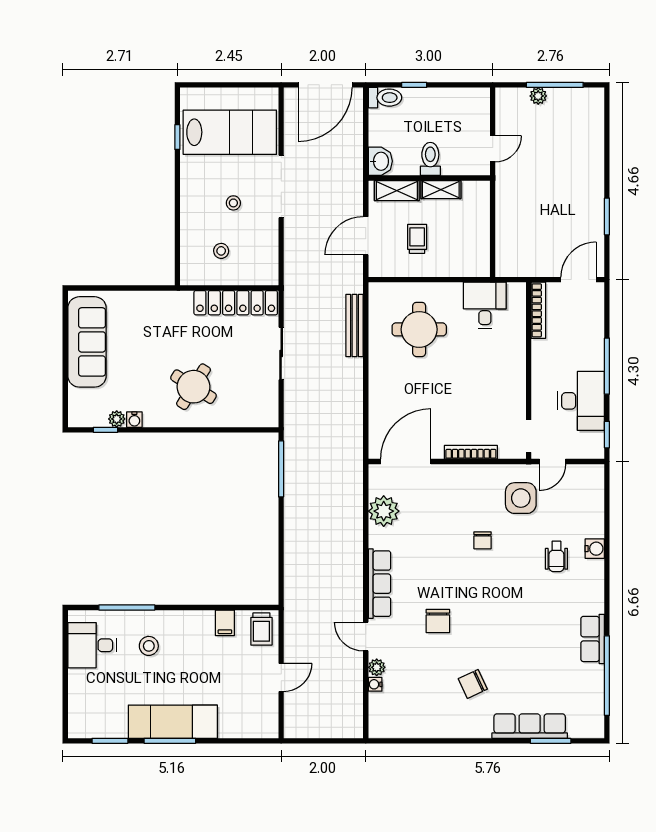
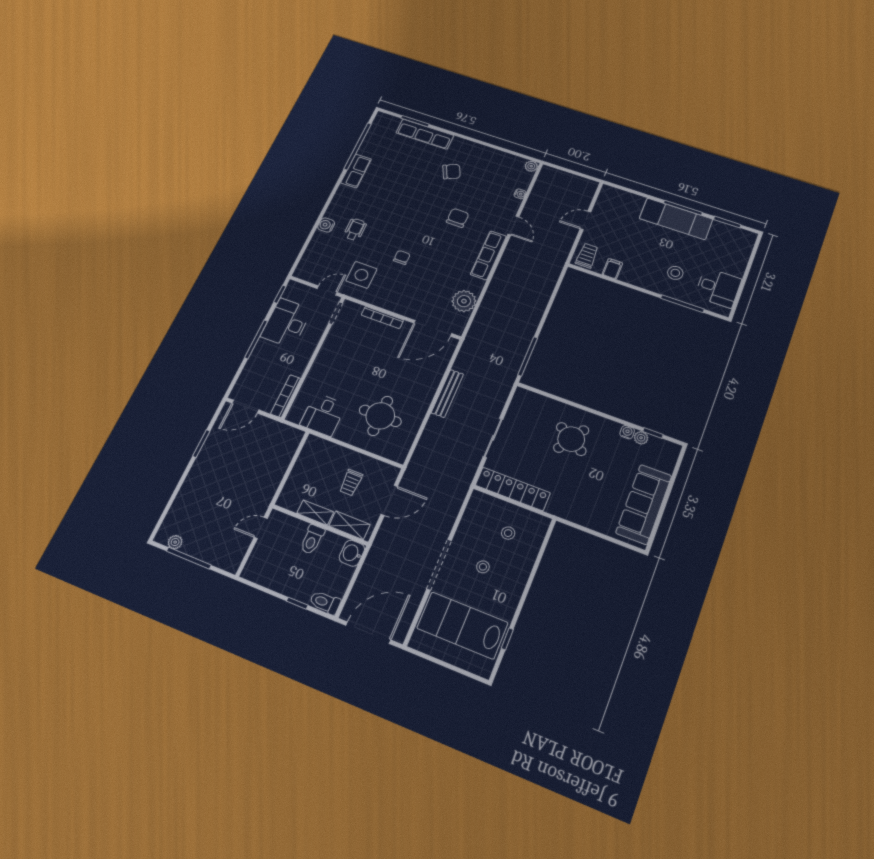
plant: (538, 96) -> (175, 542), moved
bench: (354, 325) -> (447, 393), moved
plant: (377, 667) -> (531, 166), moved

